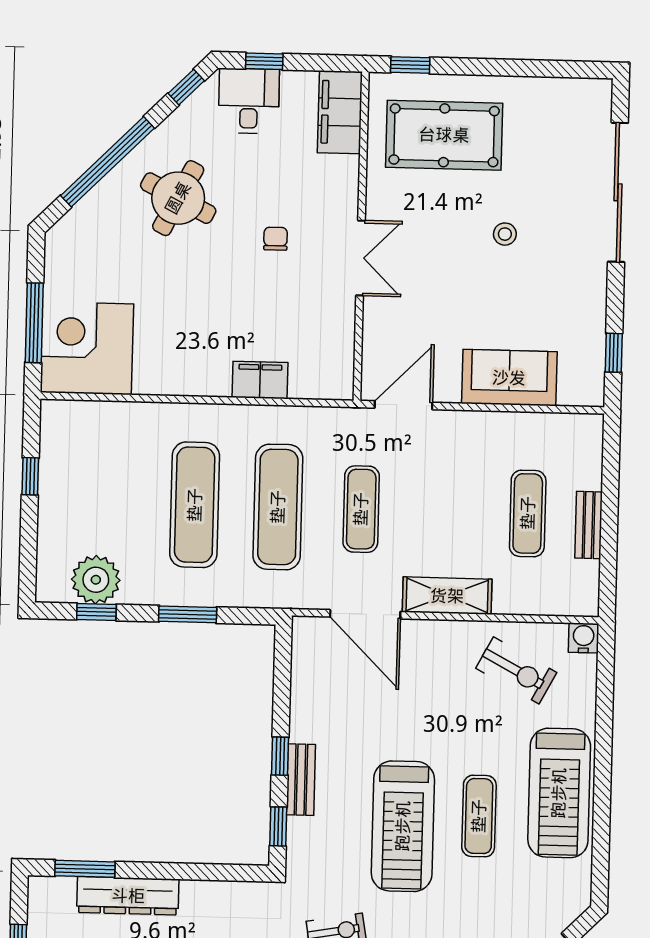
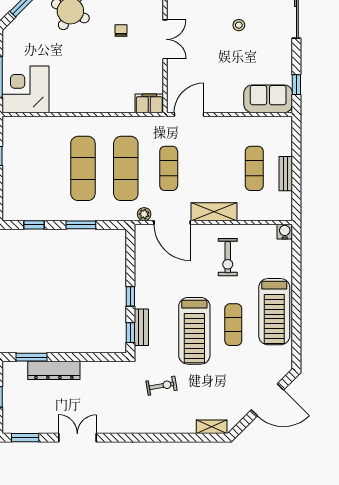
sofa: (509, 378) -> (268, 99), moved
filing cabinet: (260, 380) -> (149, 103), moved
plant: (96, 580) -> (144, 214), moved, width x0.53, depth x0.53
exercise bike: (516, 670) -> (228, 257), moved, turned 62
bench: (301, 780) -> (141, 327), moved

